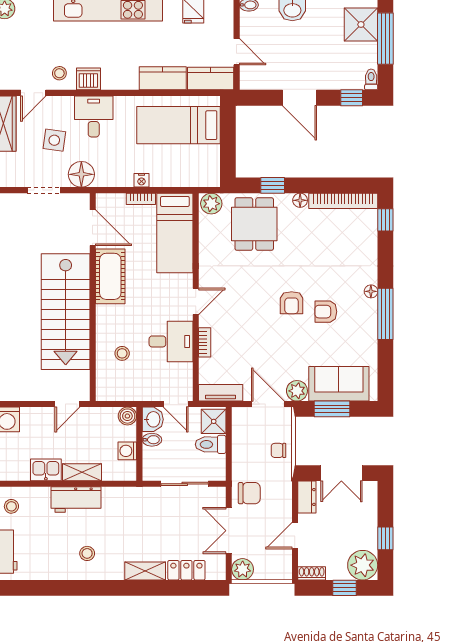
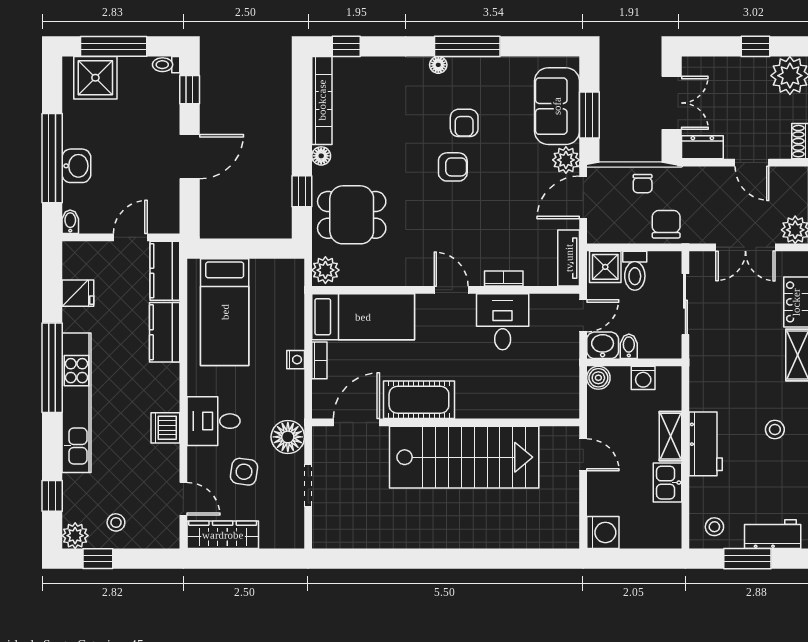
stool: (59, 73) -> (116, 522), moved
stool: (122, 353) -> (518, 385), removed
chair: (249, 493) -> (666, 224), moved

